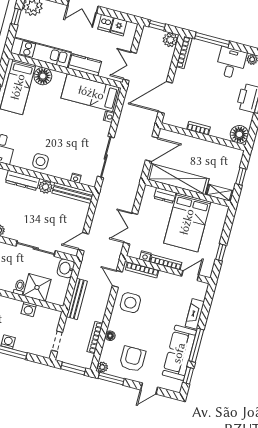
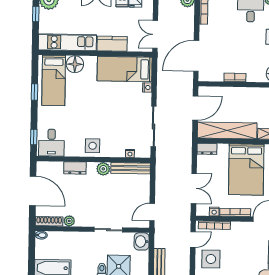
dresser: (22, 180) -> (75, 168), width x0.70
dresser: (165, 195) -> (207, 149), moved
double door: (131, 228) -> (194, 188), swing flipped
sliding door: (36, 248) -> (108, 230), width x0.73
door: (117, 279) -> (193, 239), swing flipped

